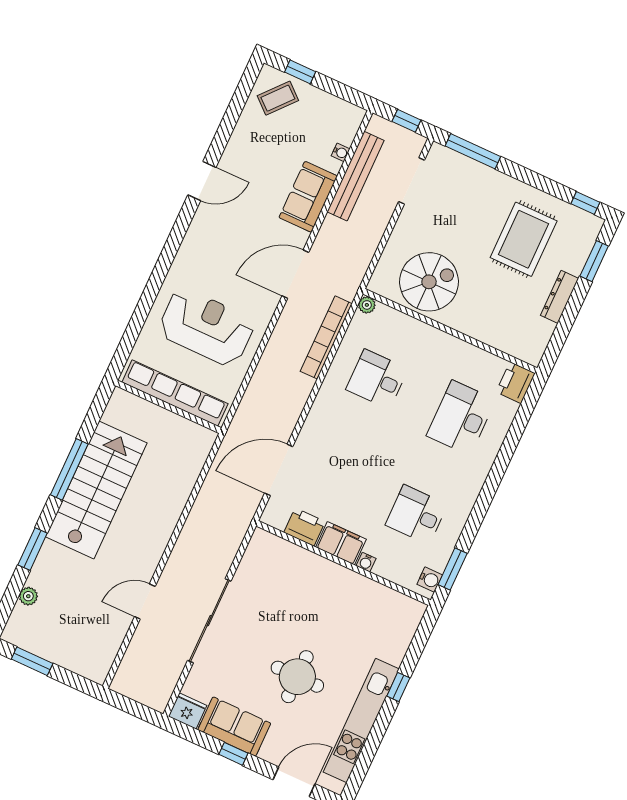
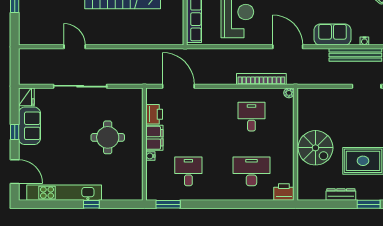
spiral stairs: (429, 282) -> (315, 148), moved
water cooler: (430, 580) -> (157, 194), removed
round table: (297, 677) -> (108, 137), moved

